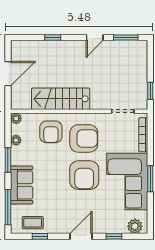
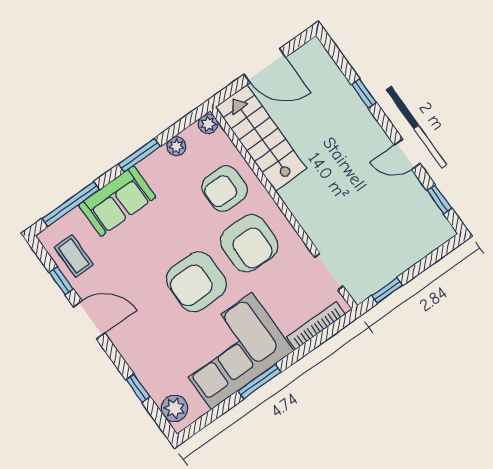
window: (126, 38) -> (439, 199), width x0.67
stairs: (61, 99) -> (261, 138), moved
door: (81, 236) -> (89, 320), moved

